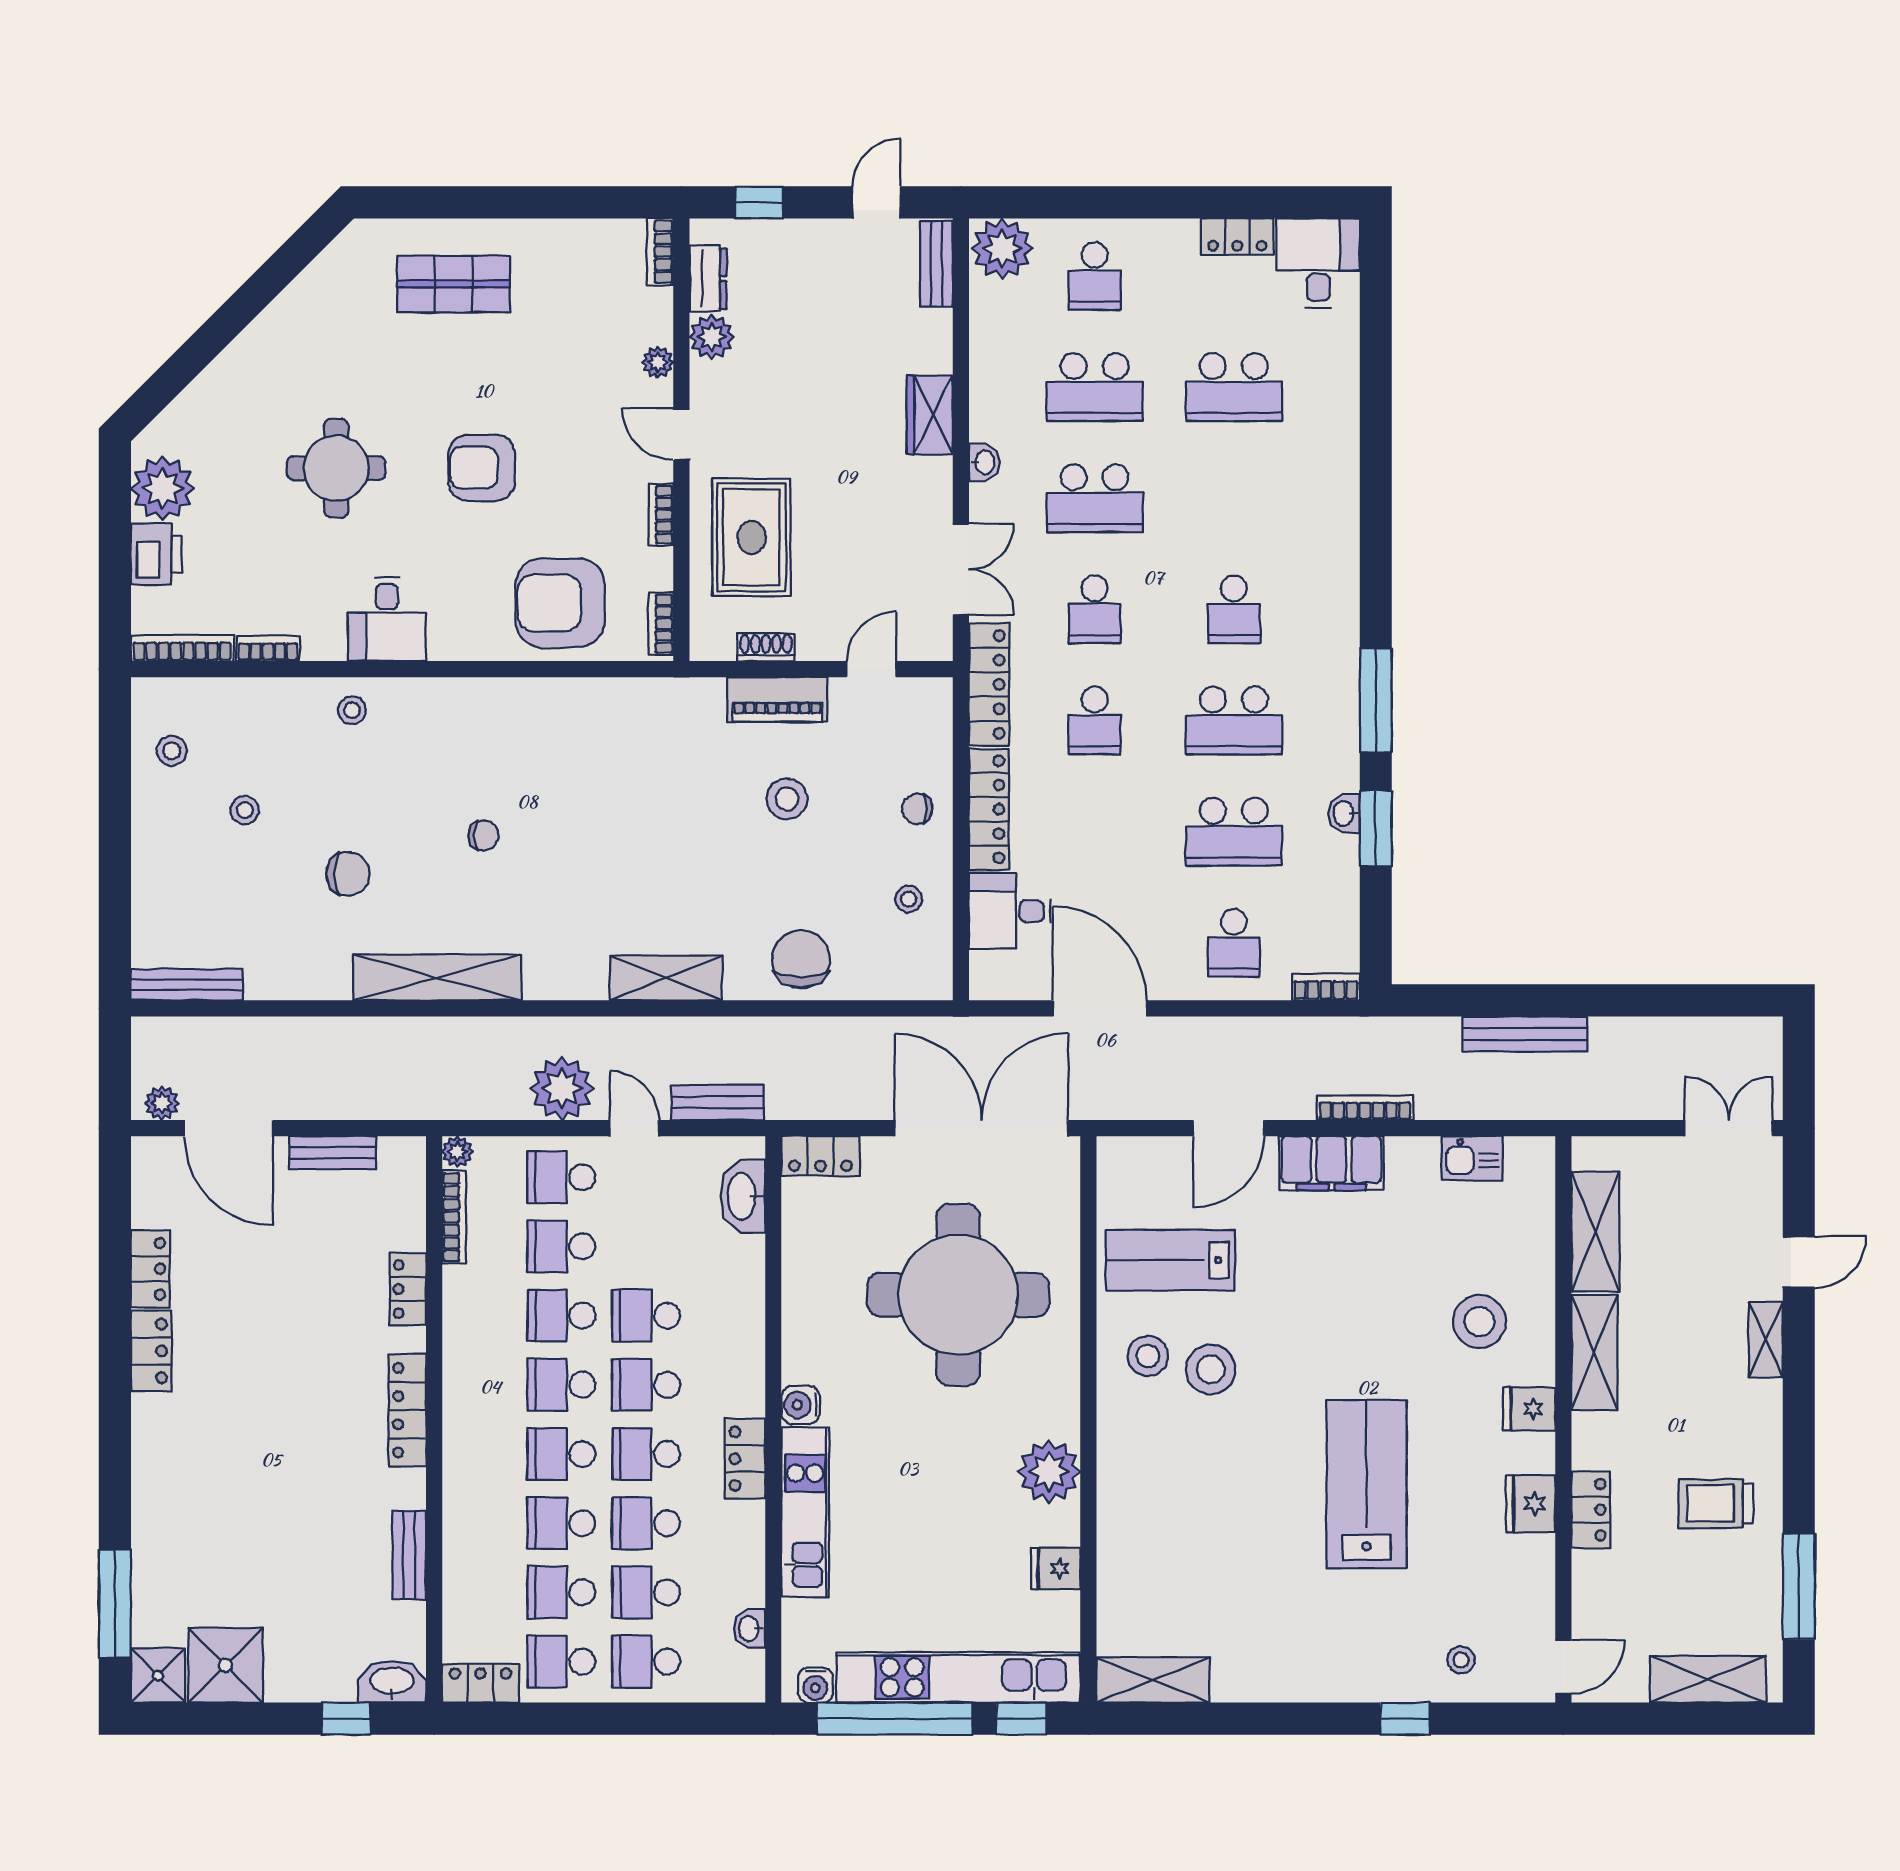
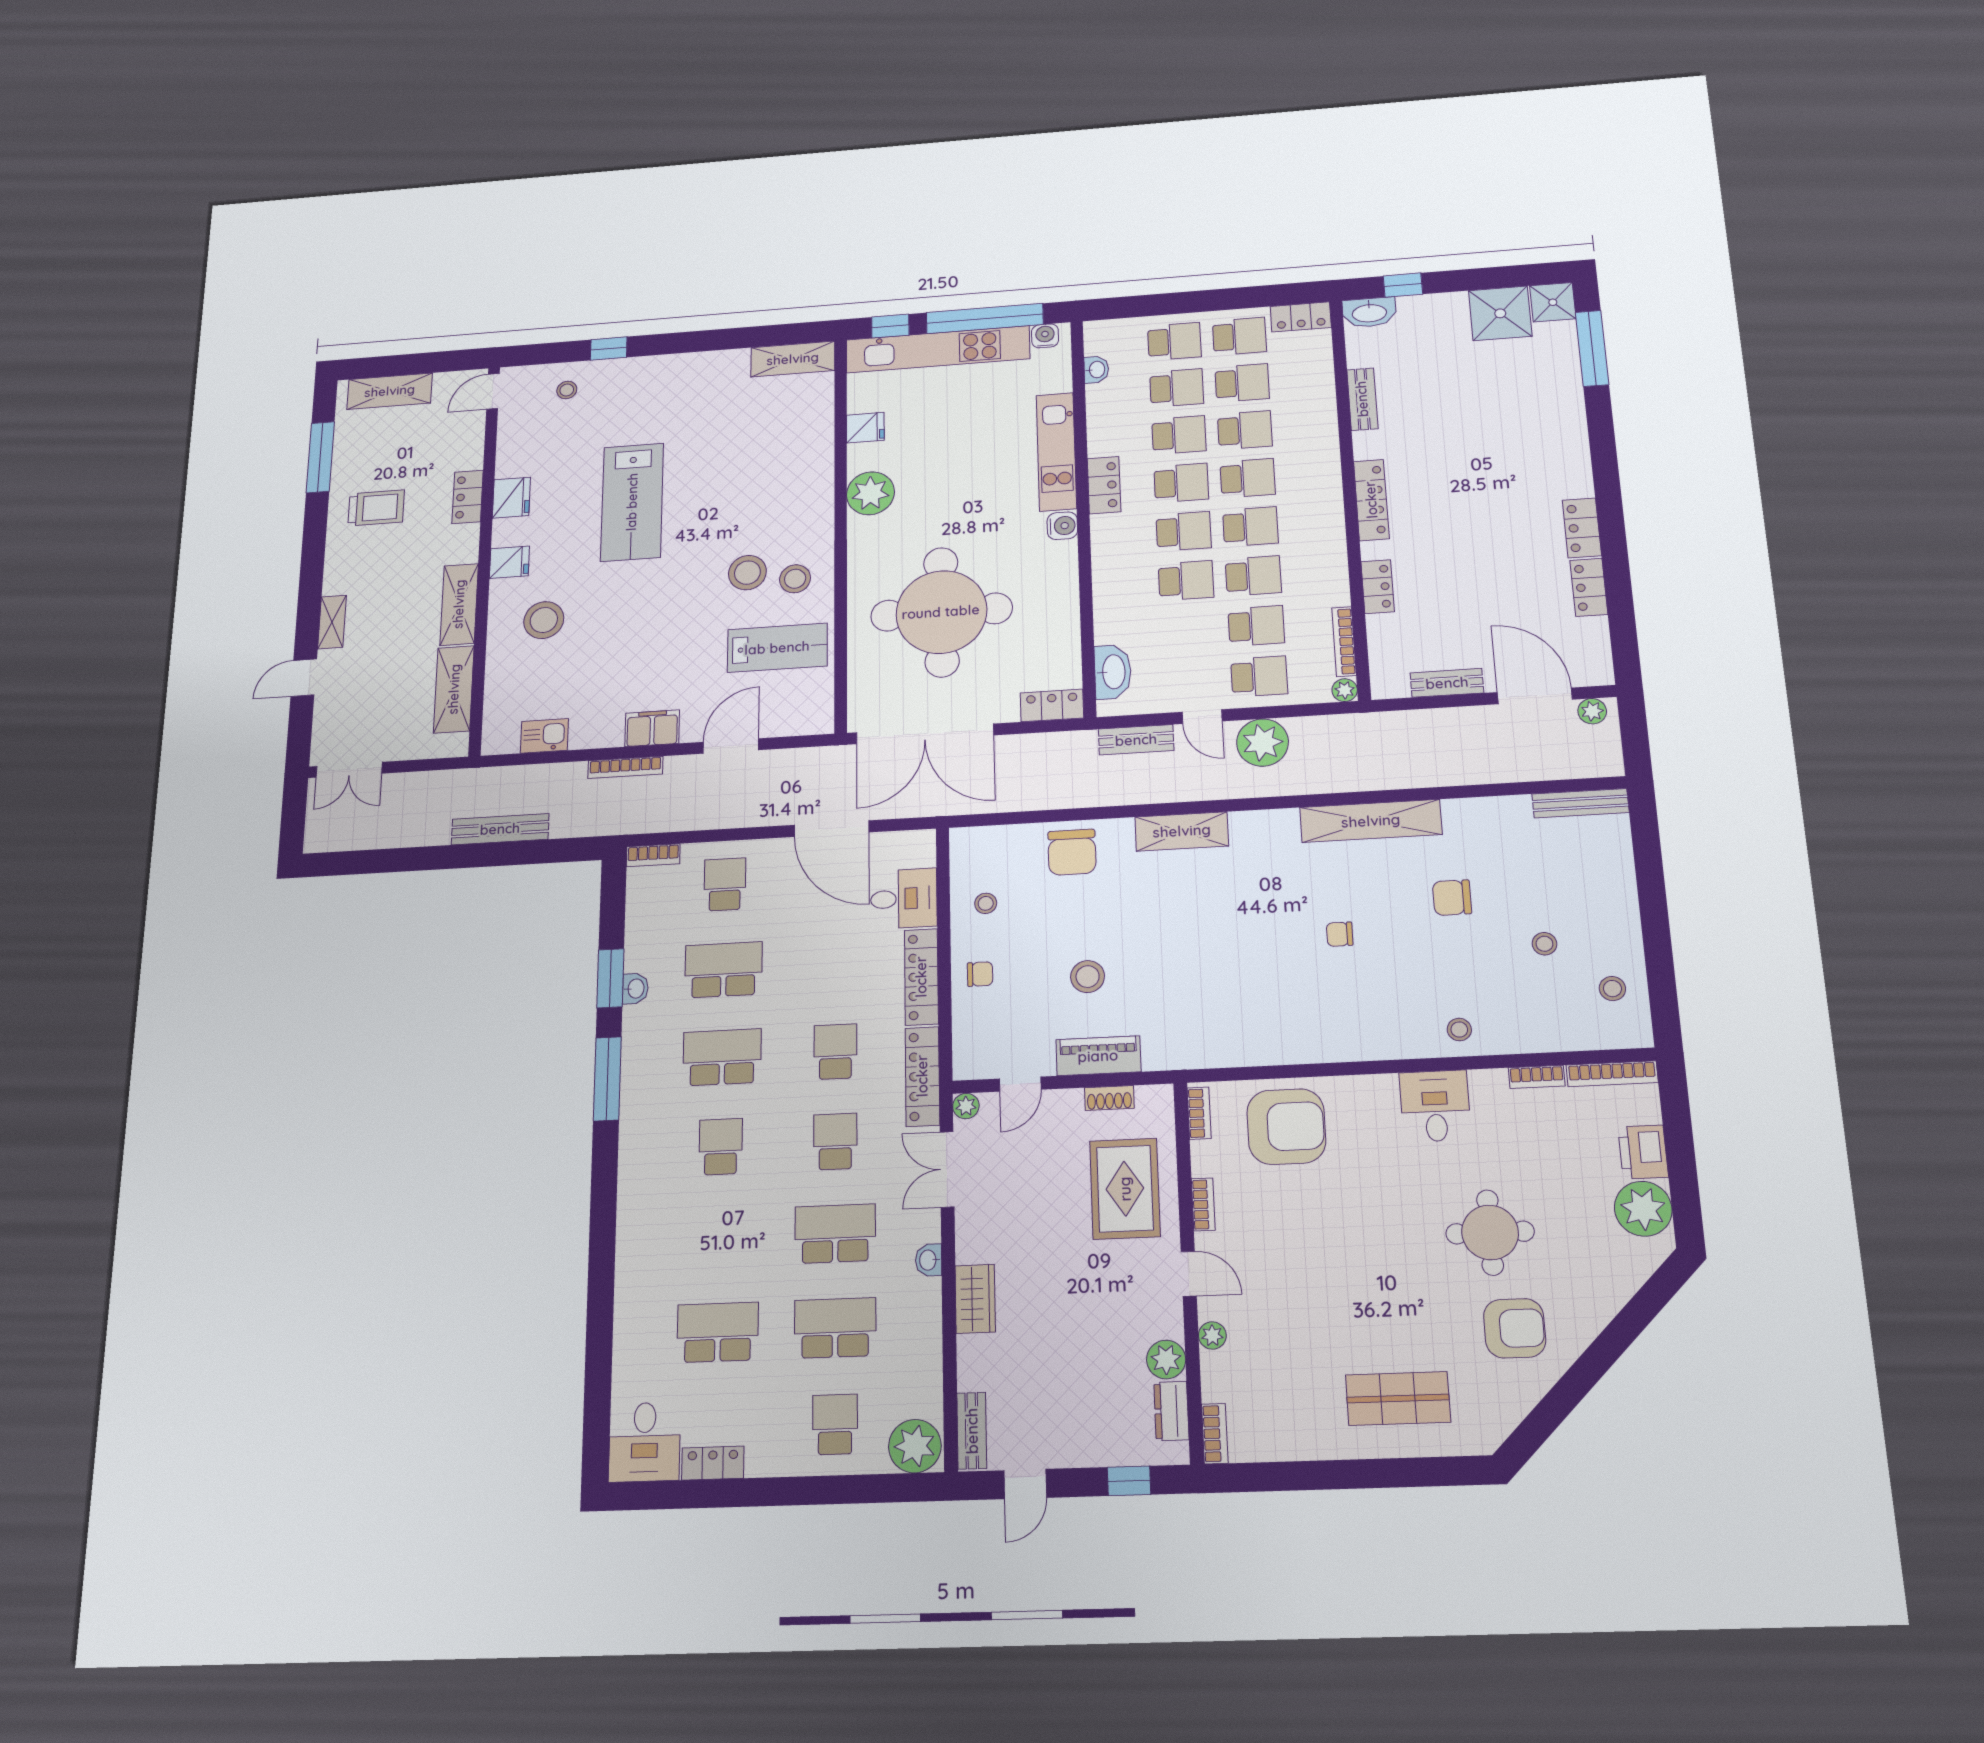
armchair: (482, 468) -> (1515, 1328), moved
plant: (937, 645) -> (966, 1106), added
filing cabinet: (1331, 1163) -> (652, 728), width x0.67, depth x0.86

